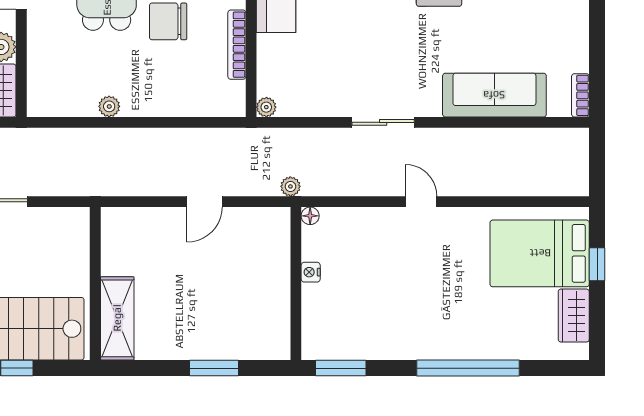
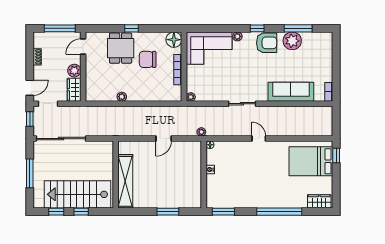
window: (597, 264) -> (336, 156), moved
wardrobe: (574, 316) -> (319, 201), moved, turned 90
shelving: (117, 318) -> (125, 181), width x1.47

